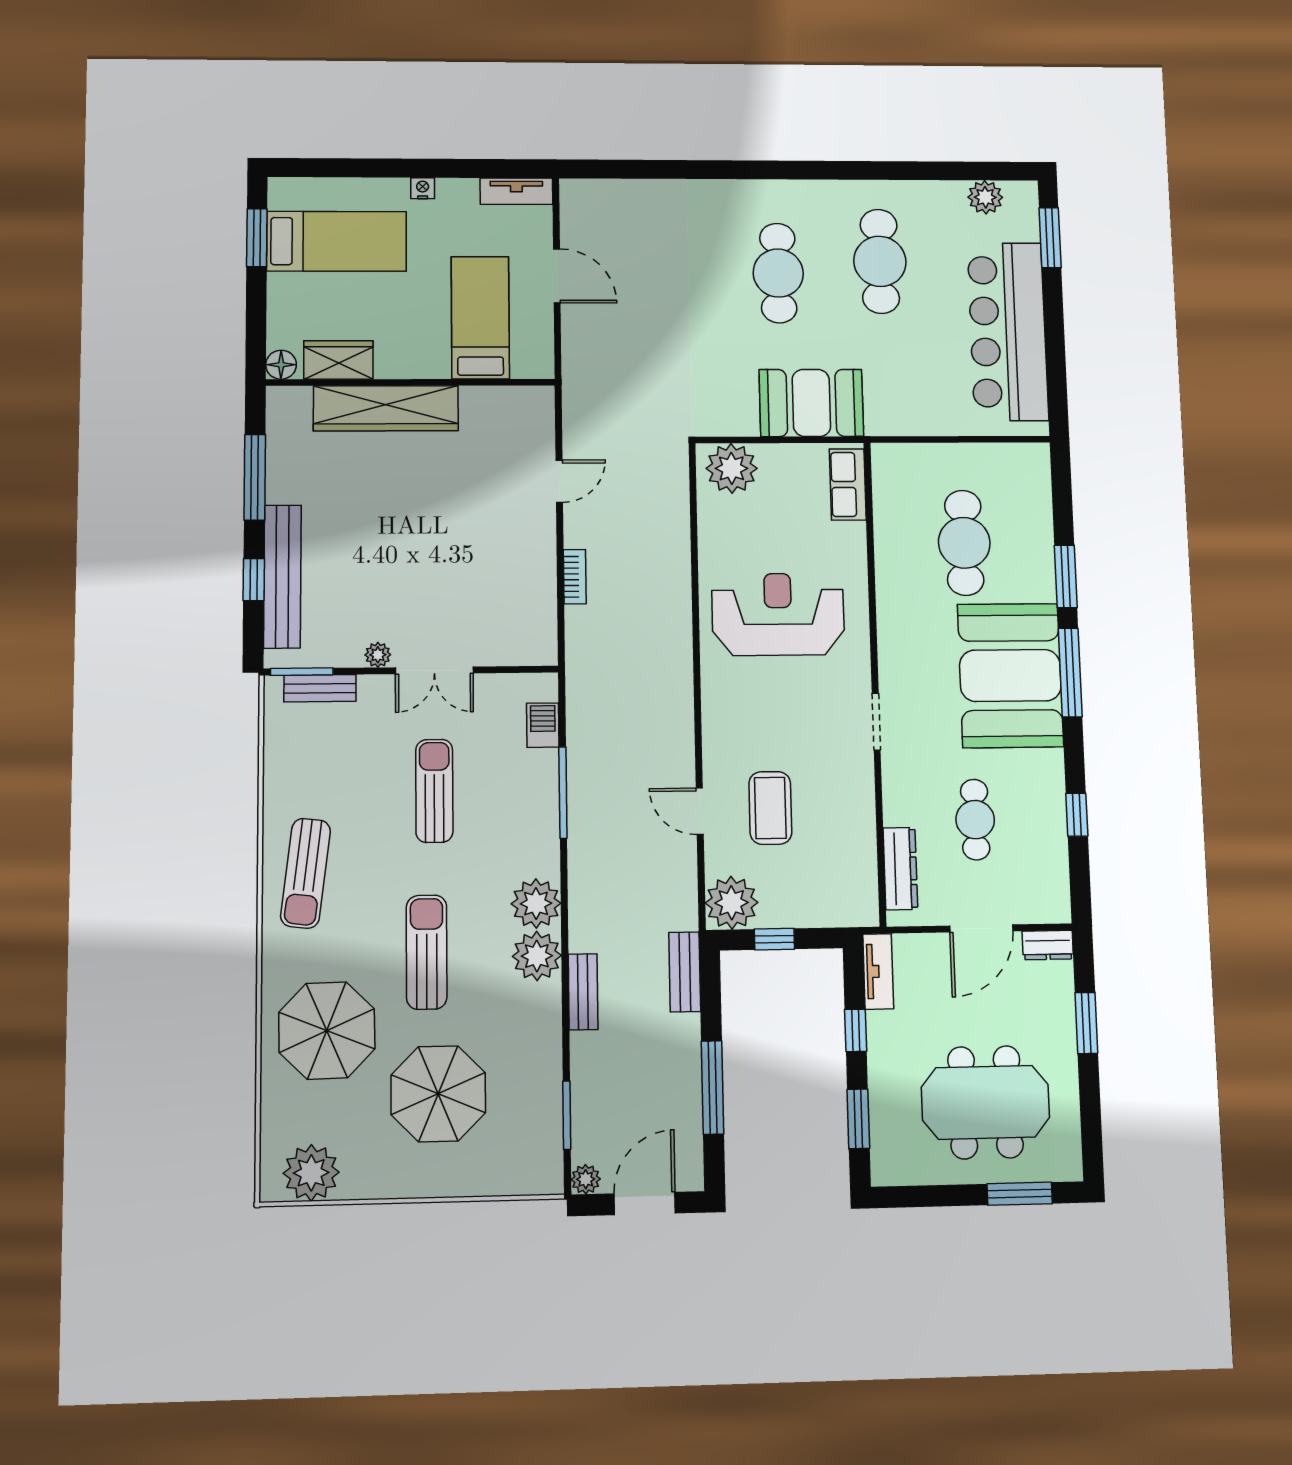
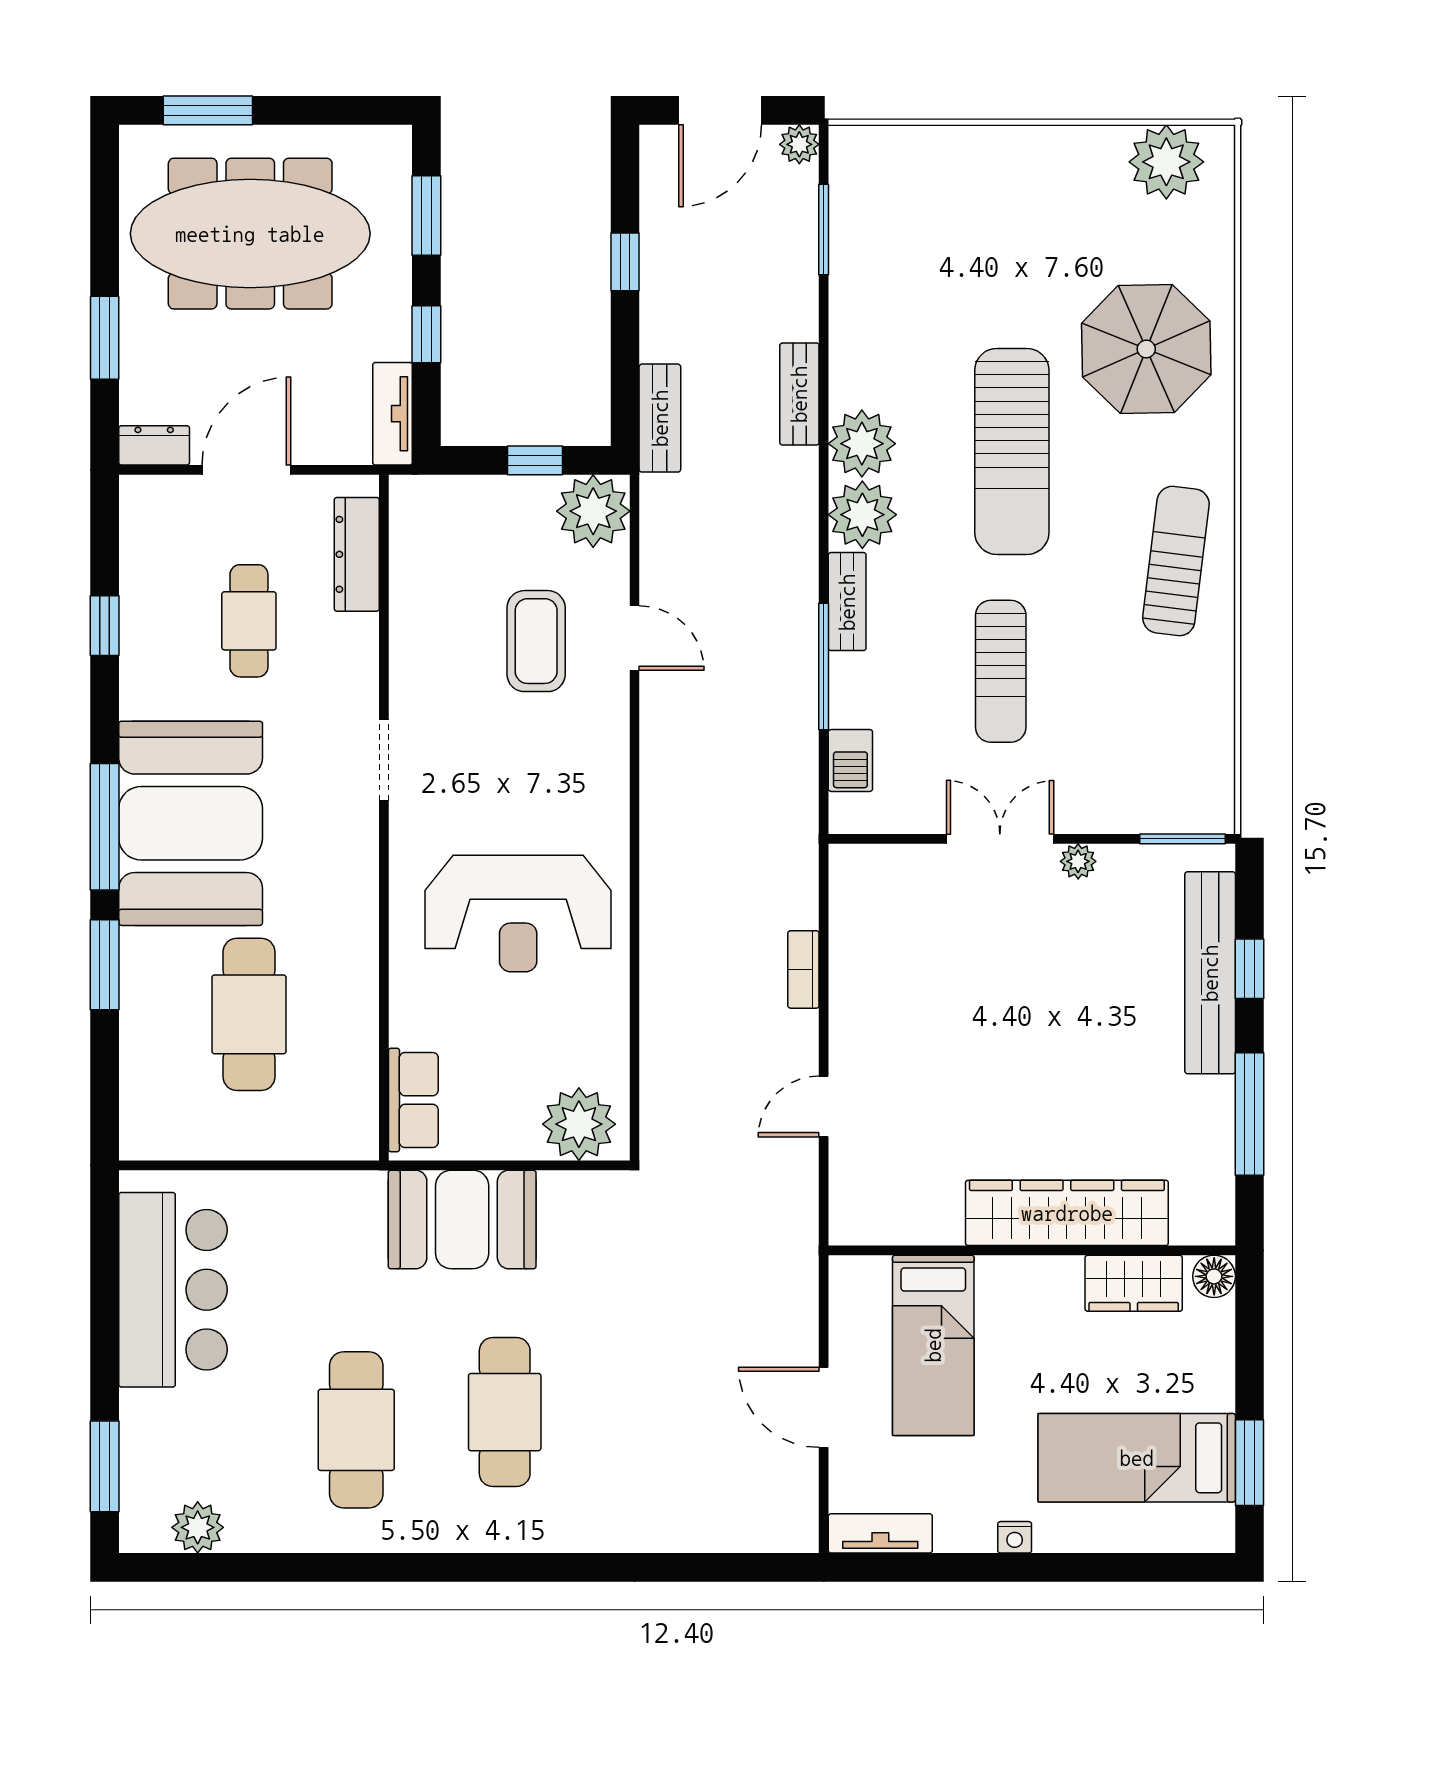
bar counter: (1008, 331) -> (173, 1290), width x0.73
bench: (320, 688) -> (847, 602), moved, turned 90
sun lounger: (427, 952) -> (1012, 451), width x1.36, depth x1.34
window: (713, 1087) -> (625, 262), width x0.46
parasol: (438, 1094) -> (997, 262), removed
meeting table: (985, 1102) -> (250, 234), width x1.36

